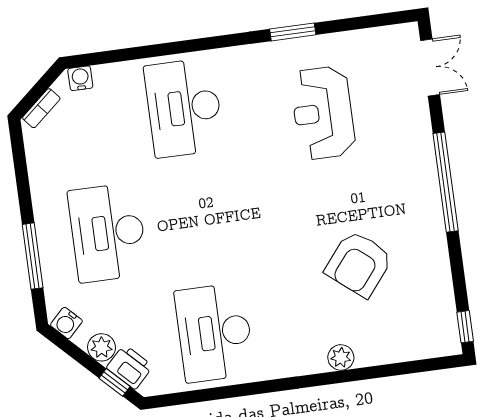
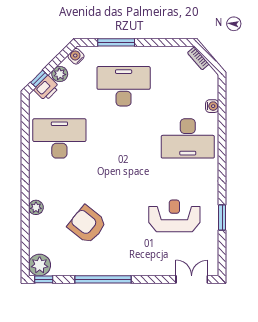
window: (293, 32) -> (222, 218), moved
double door: (430, 67) -> (192, 279), swing flipped
water cooler: (80, 78) -> (212, 106), moved
desk: (184, 108) -> (188, 138), turned 180
window: (446, 182) -> (103, 279), moved
plant: (441, 337) -> (40, 265), added

